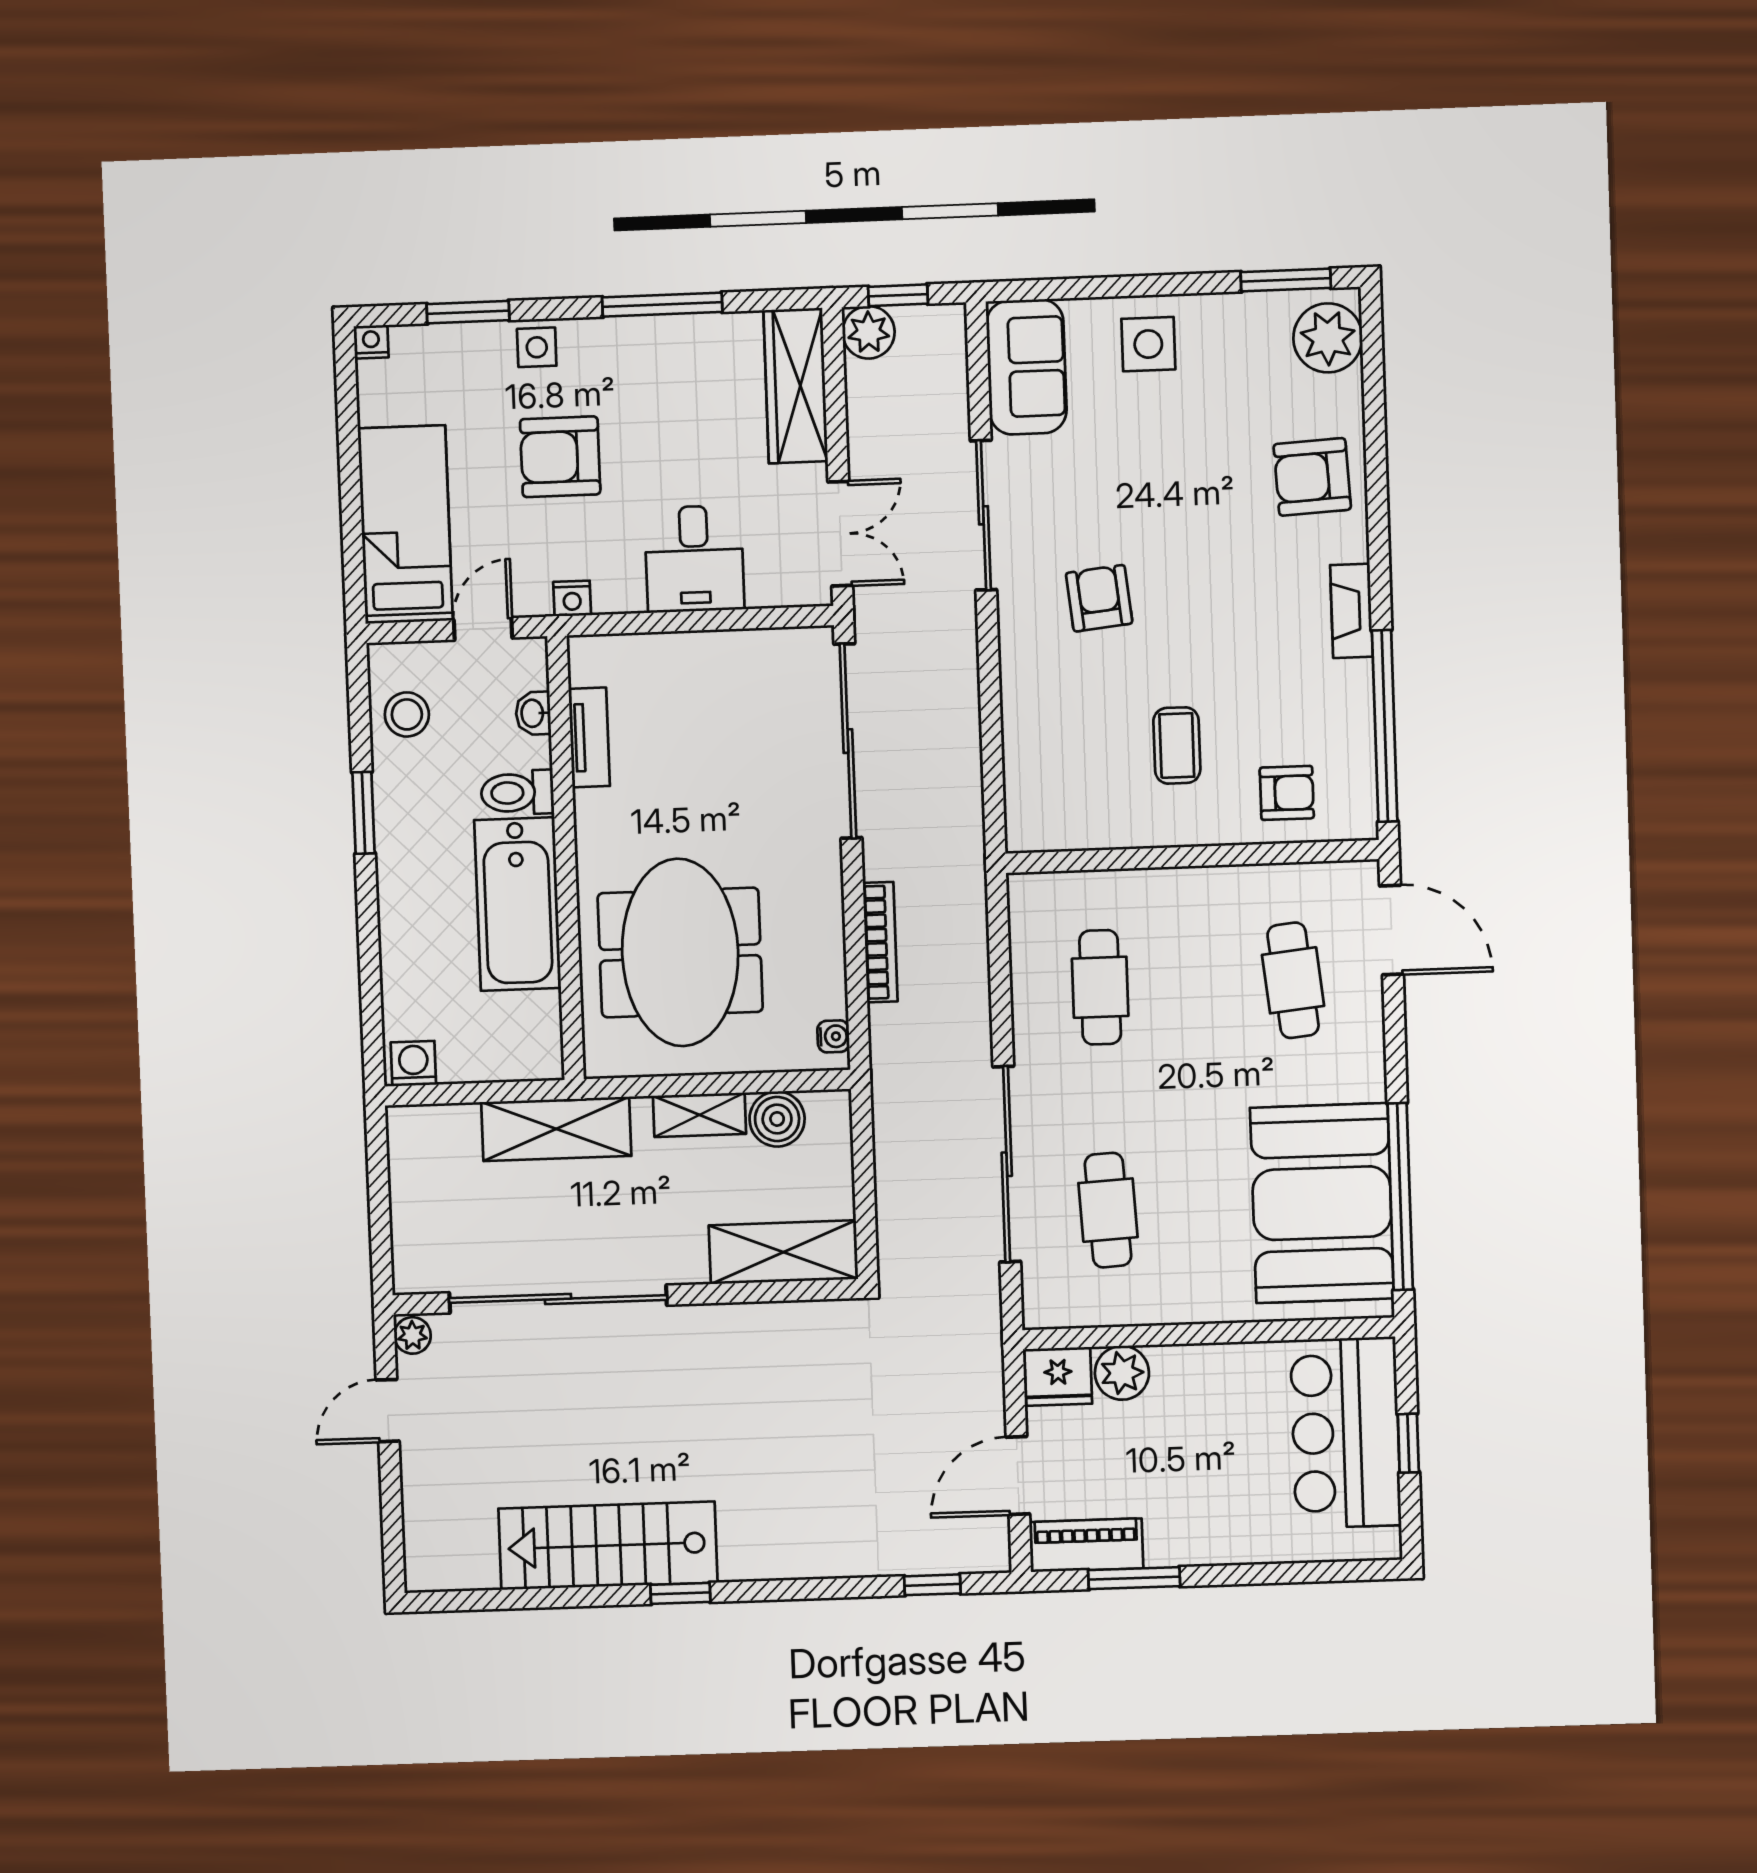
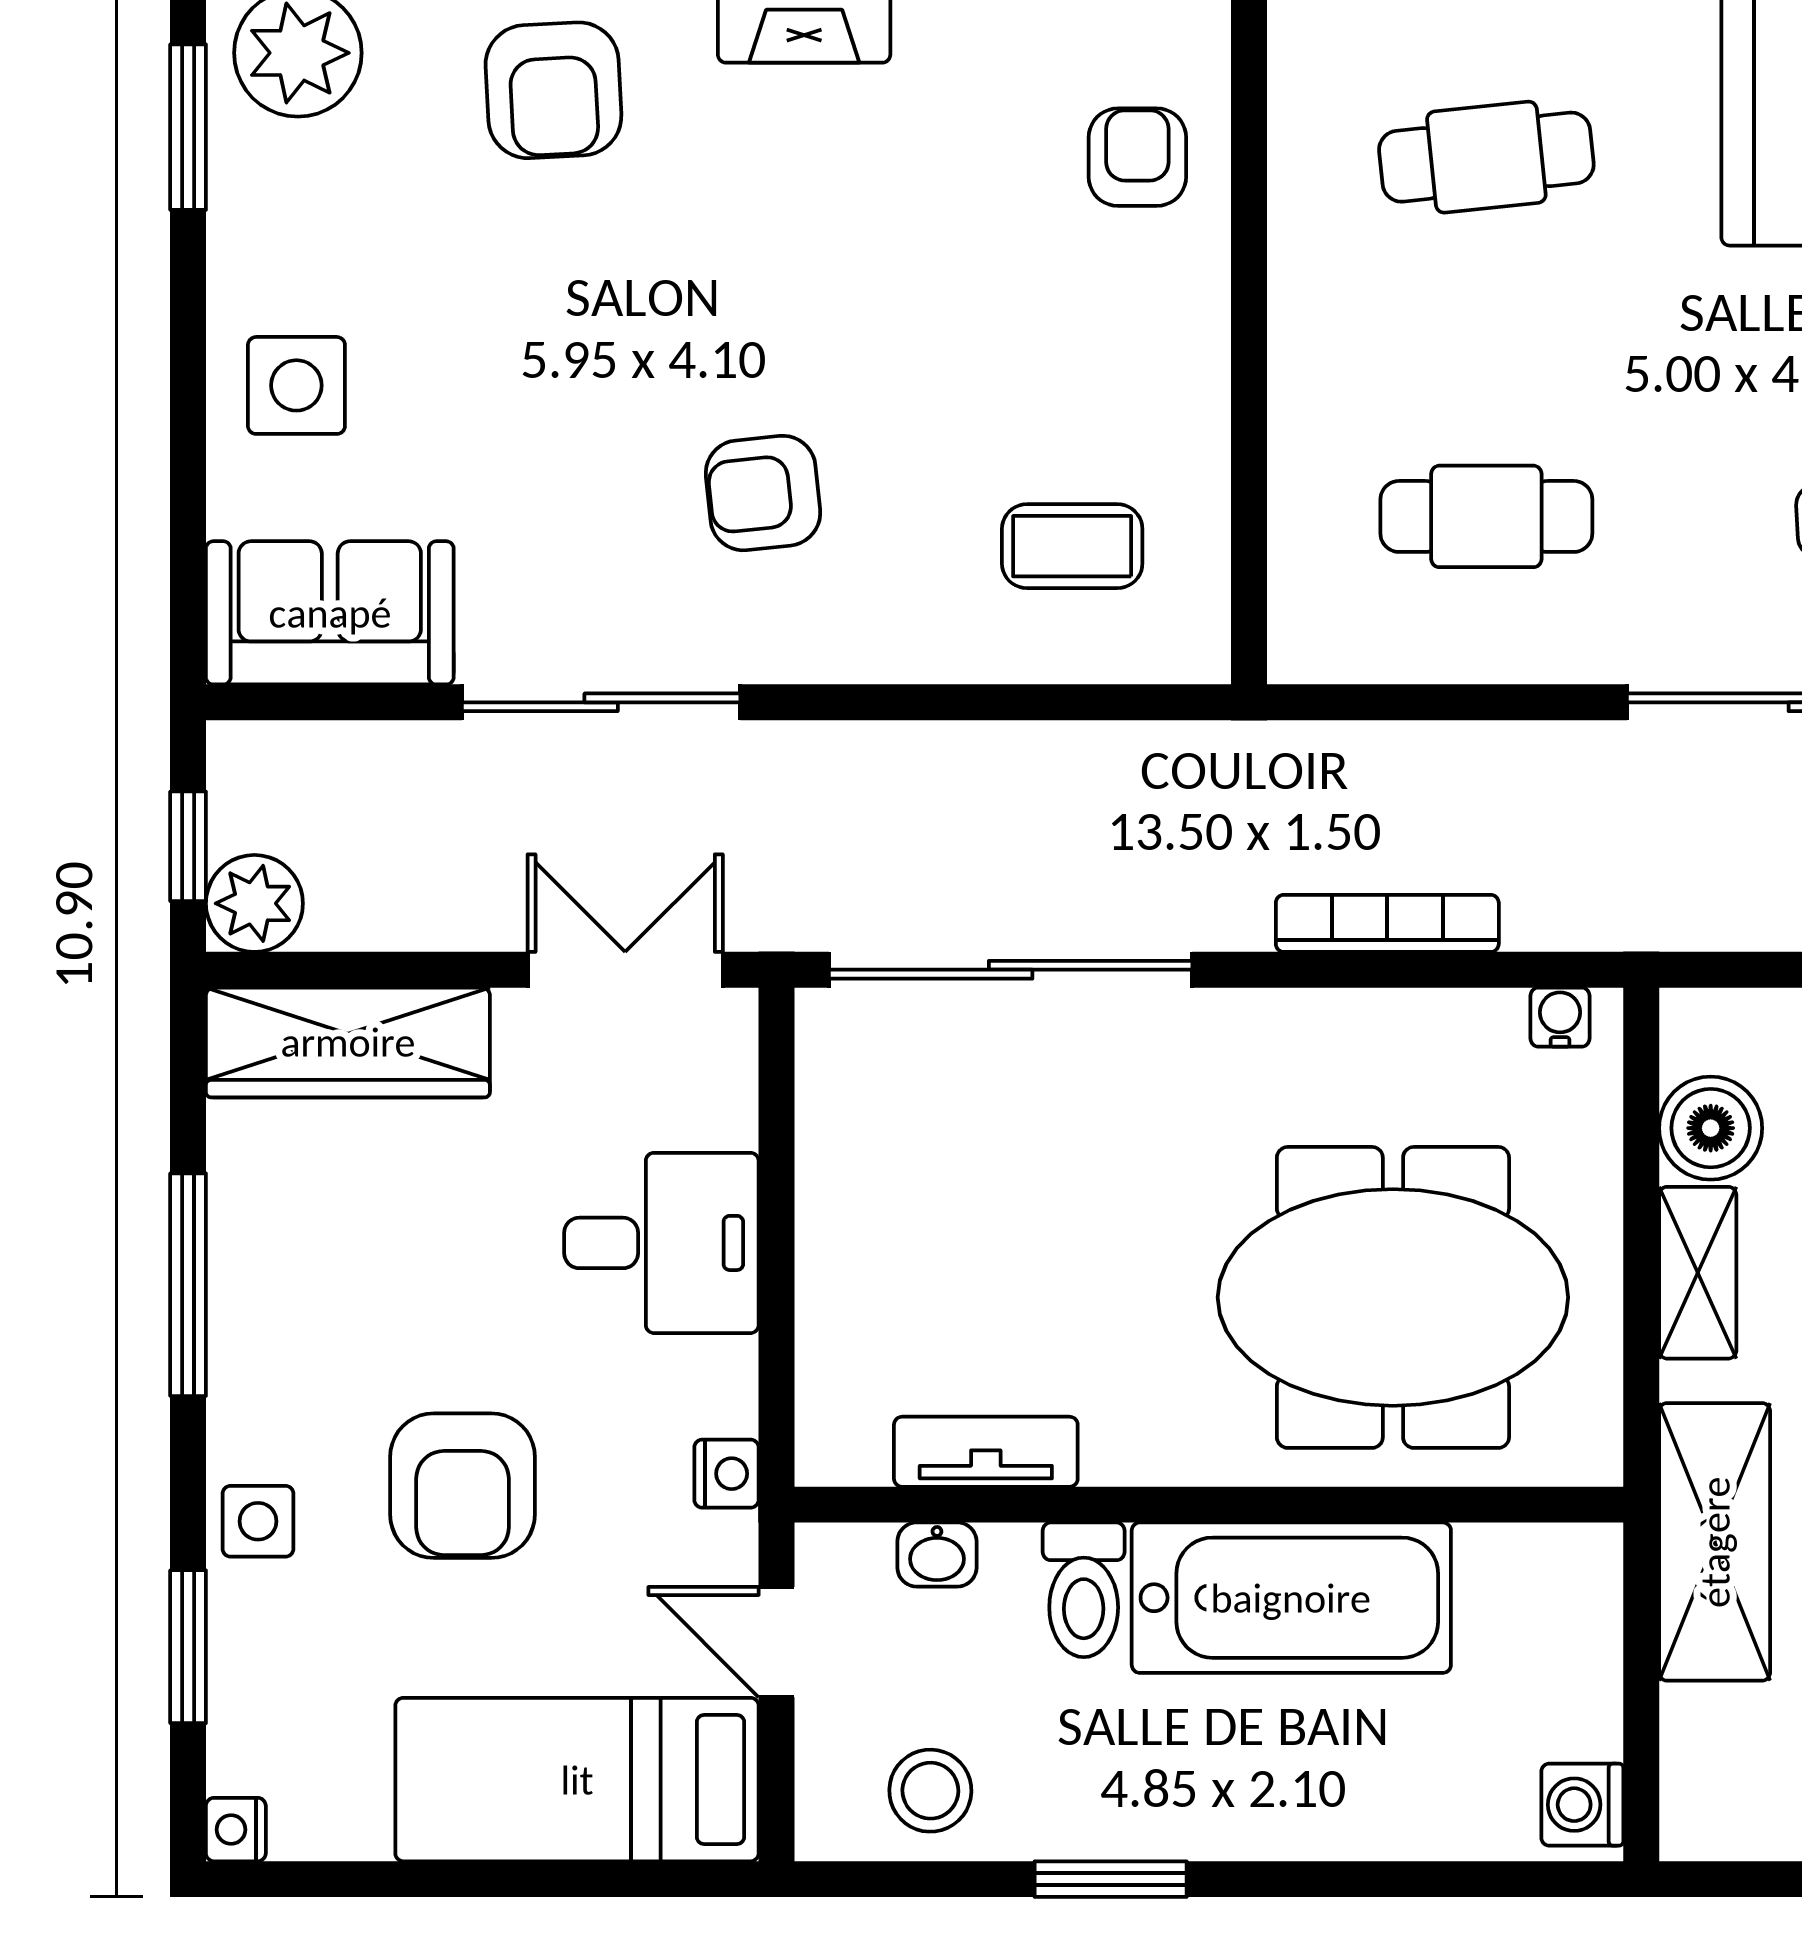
coffee table: (1177, 745) -> (1072, 546), moved

